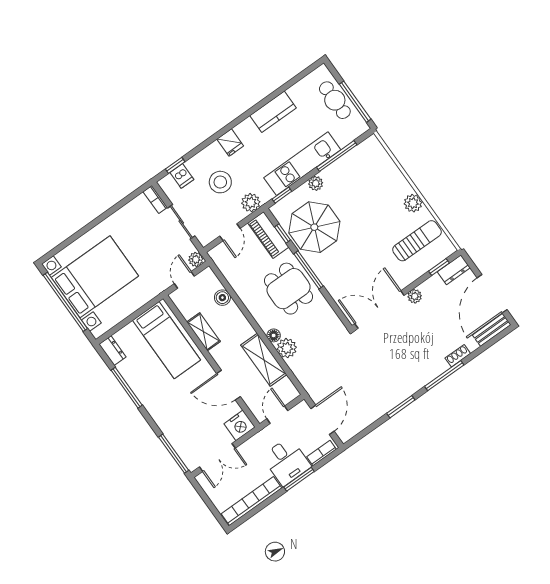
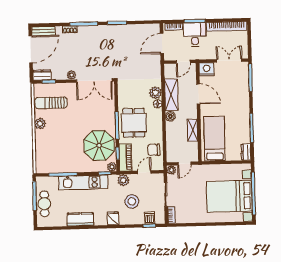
plant: (316, 183) -> (112, 167), moved
chair: (237, 271) -> (154, 150), added
boiler: (222, 298) -> (170, 116), moved

